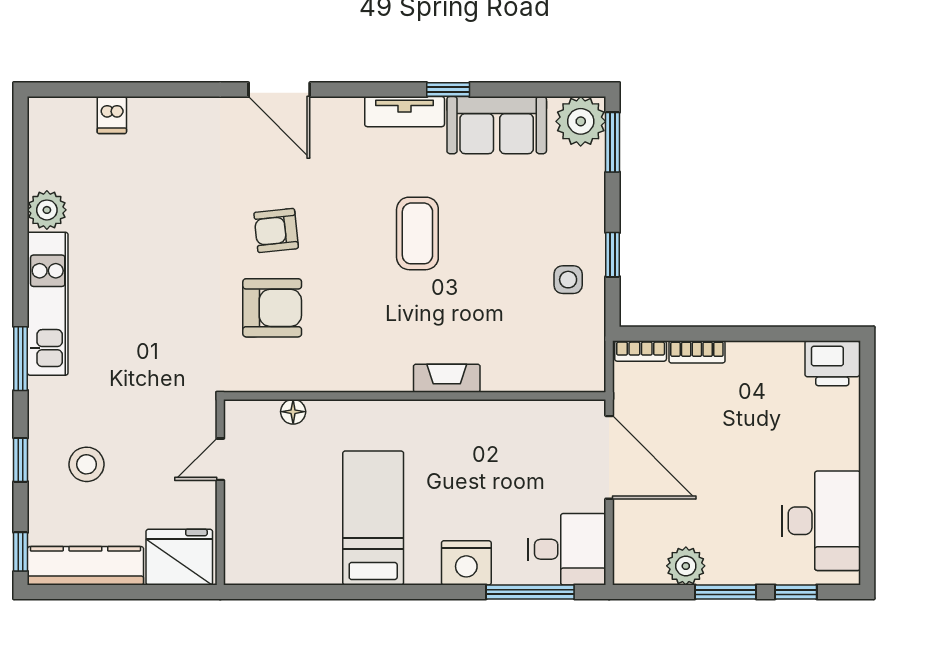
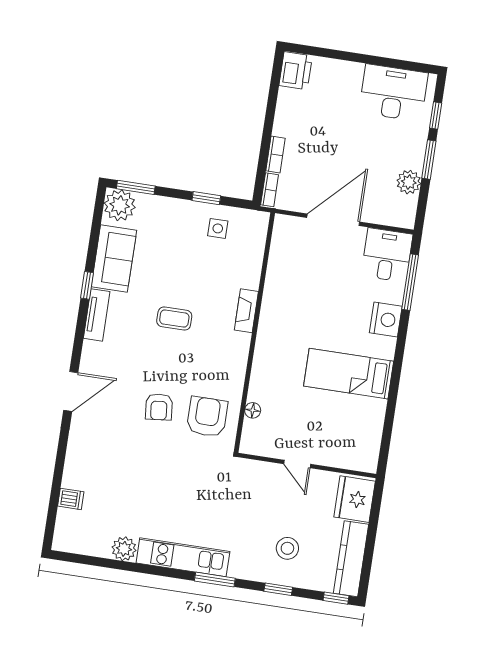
coffee table: (417, 233) -> (174, 318), width x0.73, depth x0.77
fireplace: (447, 378) -> (246, 311), moved
wall: (415, 396) -> (254, 333), moved
floor lamp: (293, 412) -> (253, 410), moved

